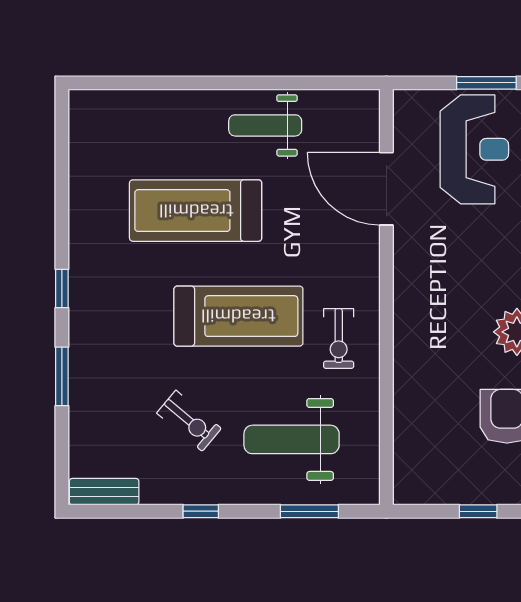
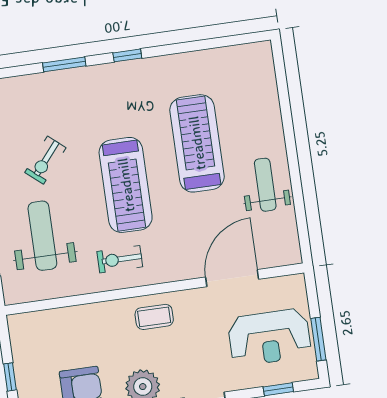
coffee table: (424, 303) -> (154, 317), added

